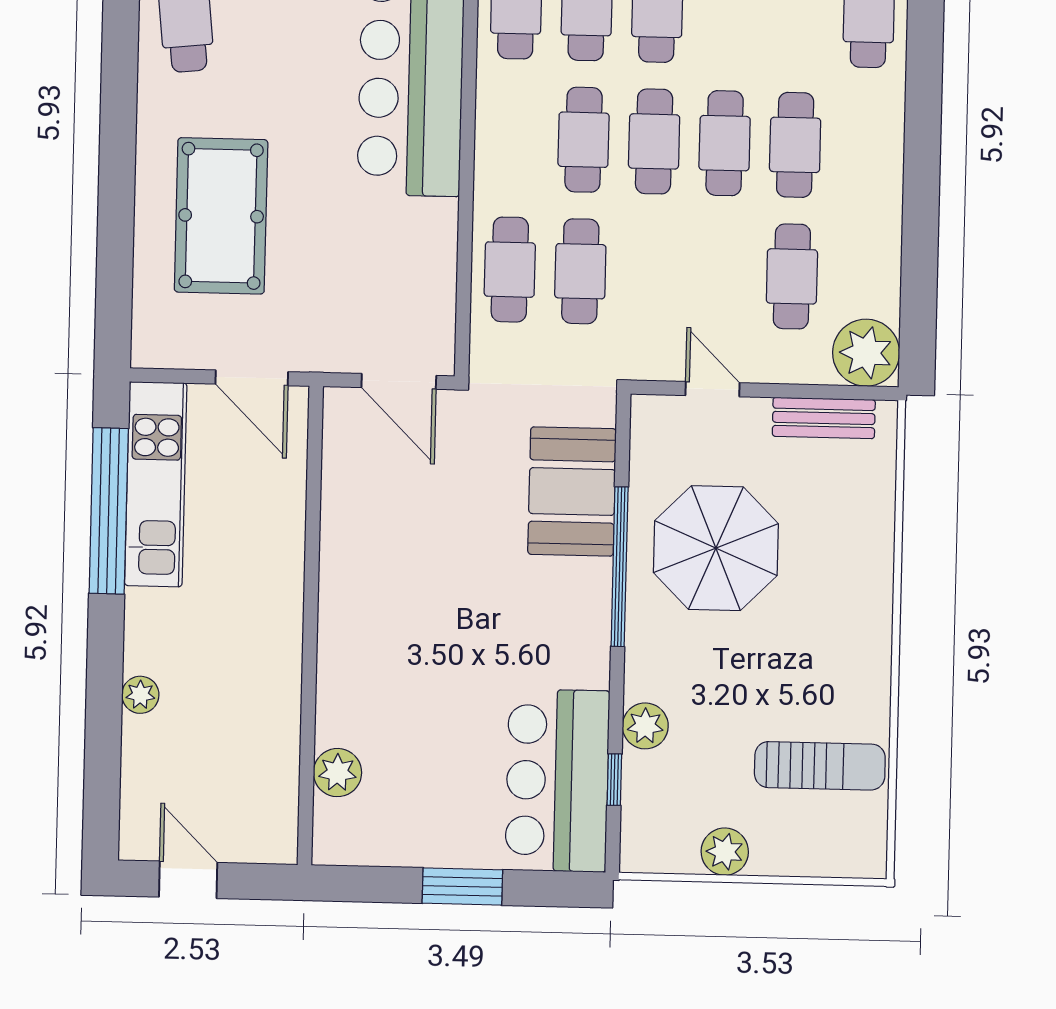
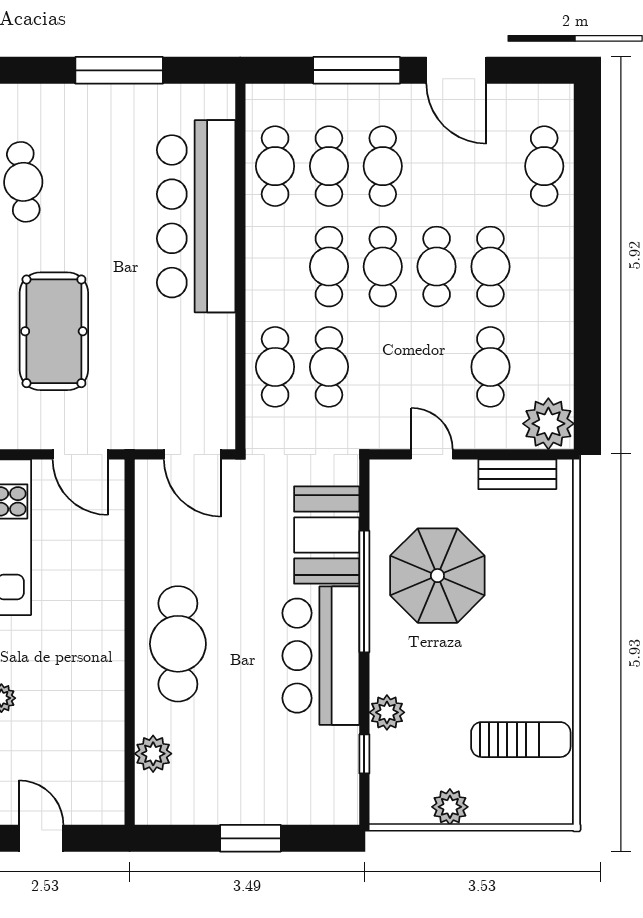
cafe table: (374, 629) -> (178, 644), added
bar counter: (557, 780) -> (321, 656), moved

